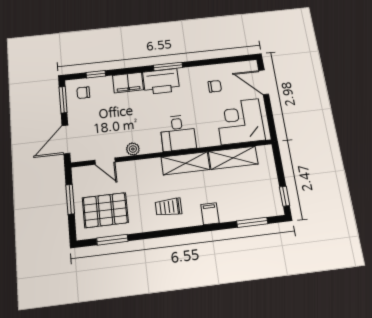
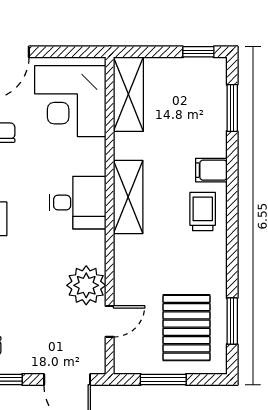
plant: (133, 149) -> (86, 285), width x1.87, depth x1.87
shelving: (233, 158) -> (128, 94), moved
trolley: (168, 207) -> (203, 212), moved, turned 180

